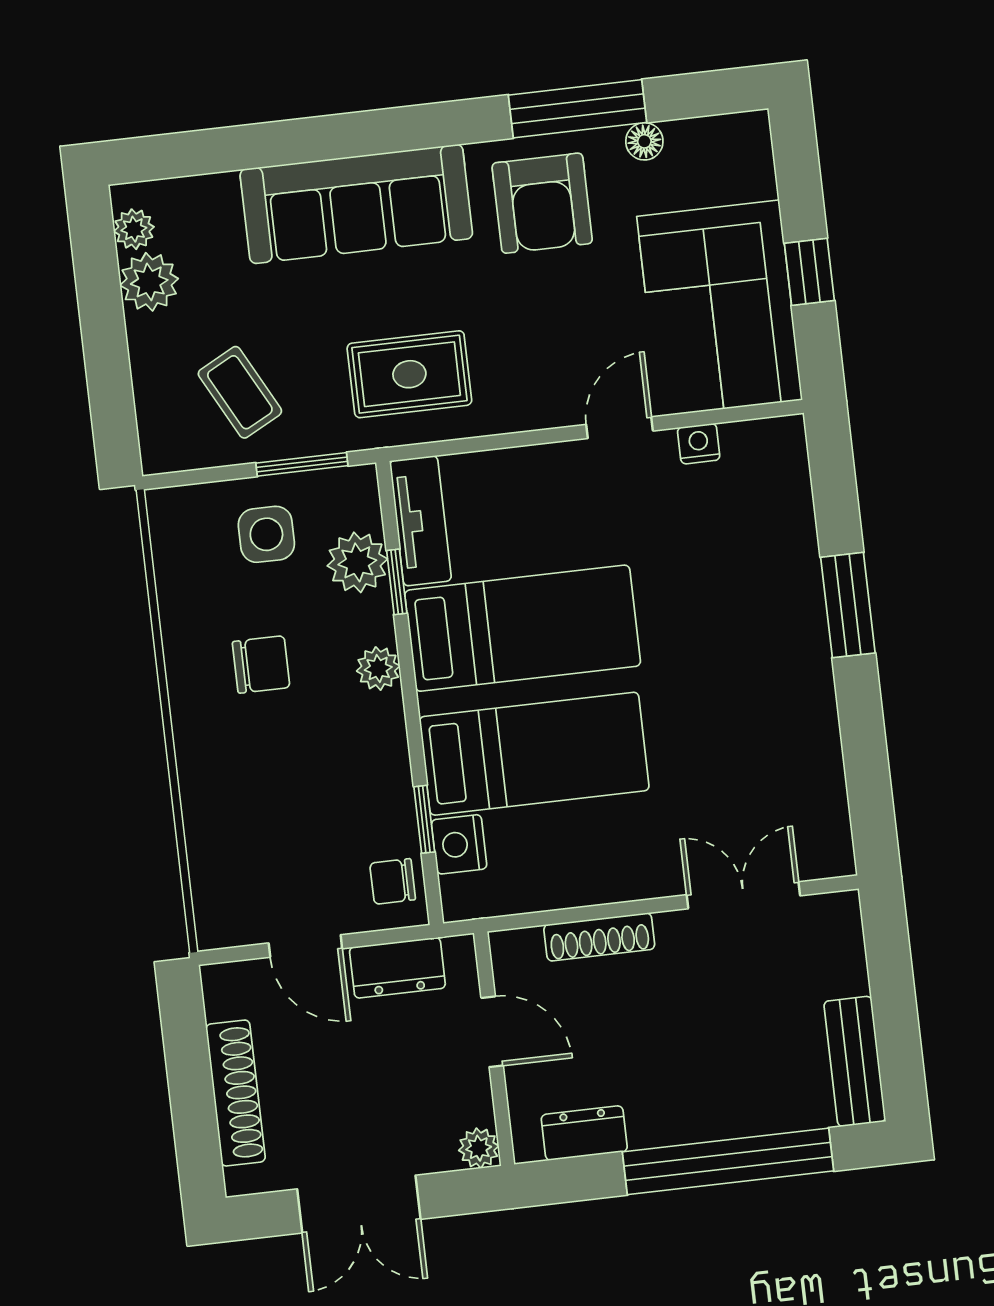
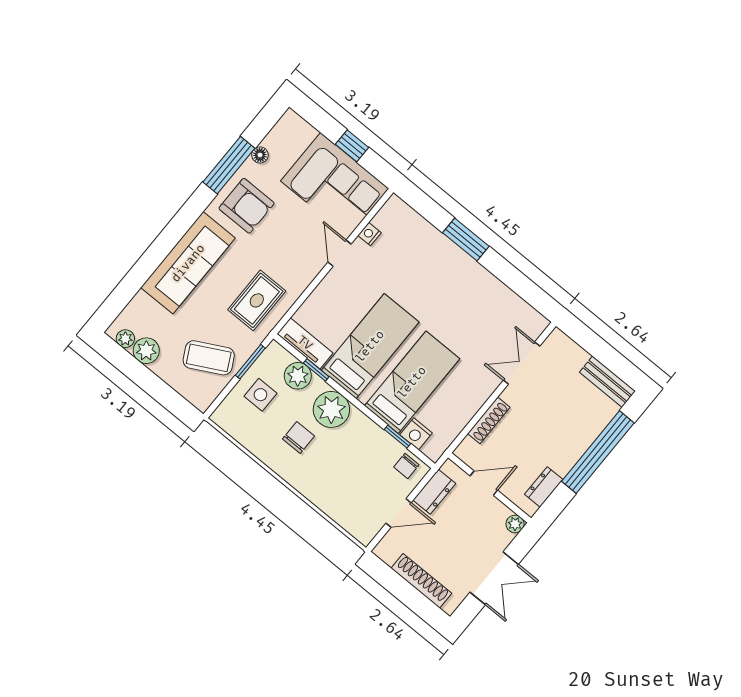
coffee table: (240, 392) -> (209, 358), width x1.36, depth x1.30
plant: (378, 668) -> (331, 409), width x1.88, depth x1.88

